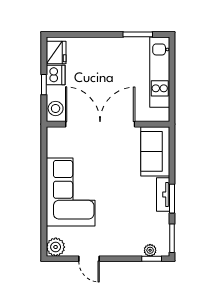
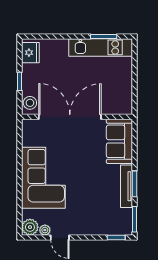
kitchen unit: (160, 72) -> (101, 47), moved, turned -90
dishwasher: (56, 75) -> (30, 73), removed
tv unit: (163, 194) -> (126, 186), width x1.41
plant: (150, 250) -> (45, 230), moved

